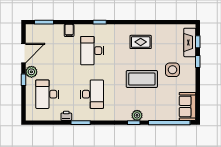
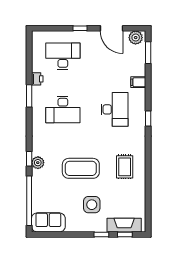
desk: (92, 51) -> (114, 109), turned 90
plant: (31, 72) -> (136, 38), moved
coffee table: (142, 79) -> (81, 168), turned 90

